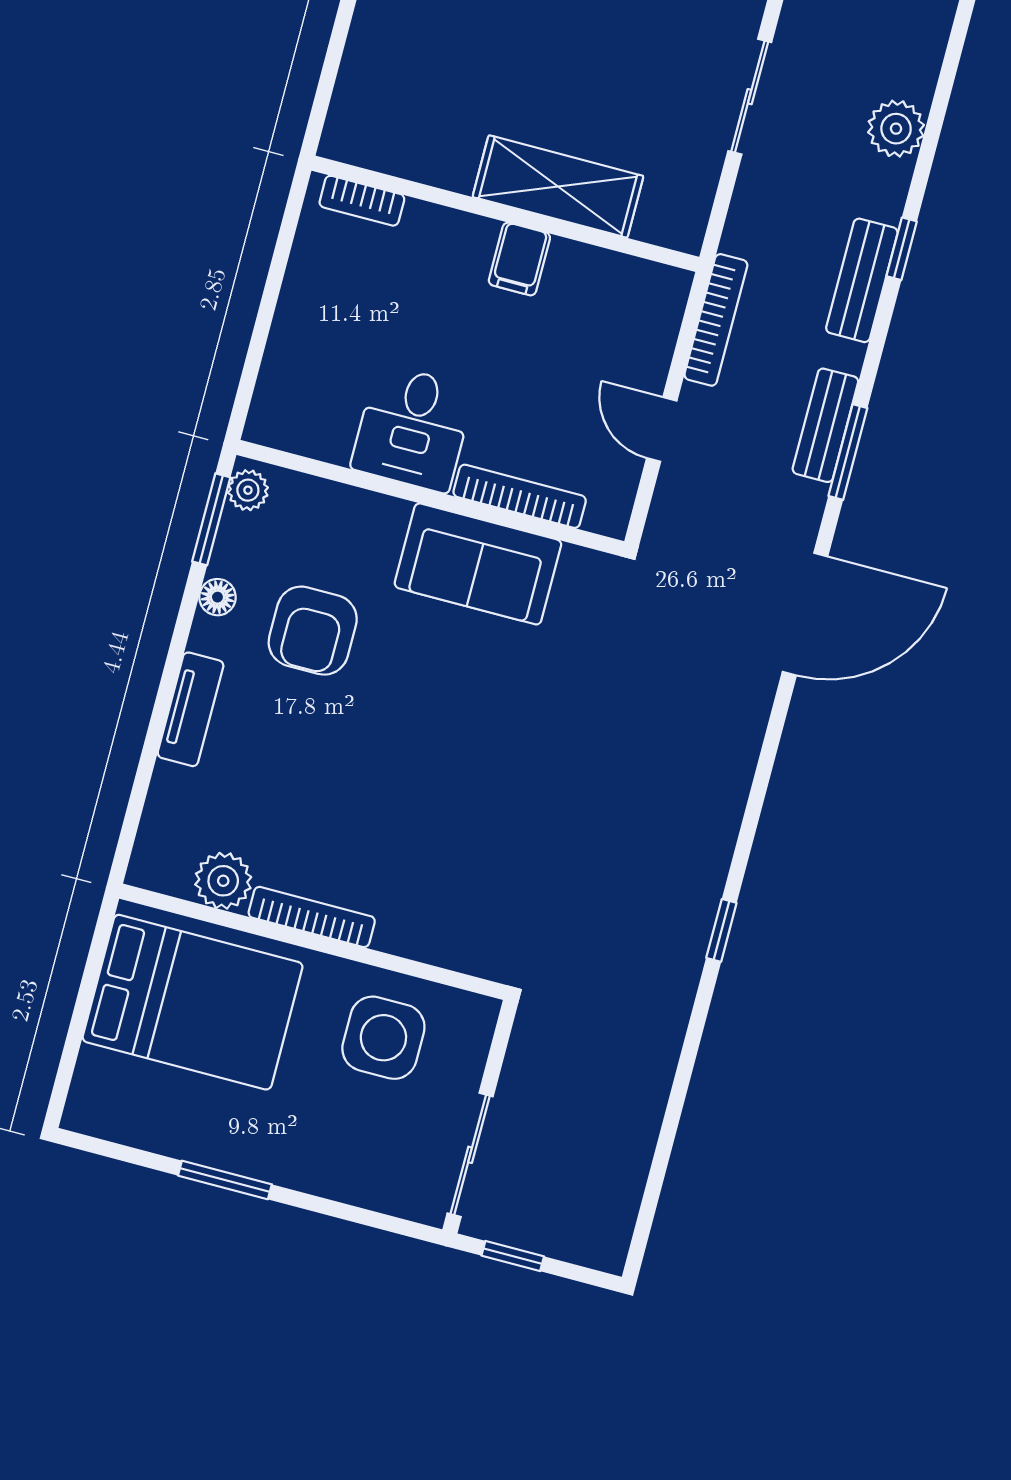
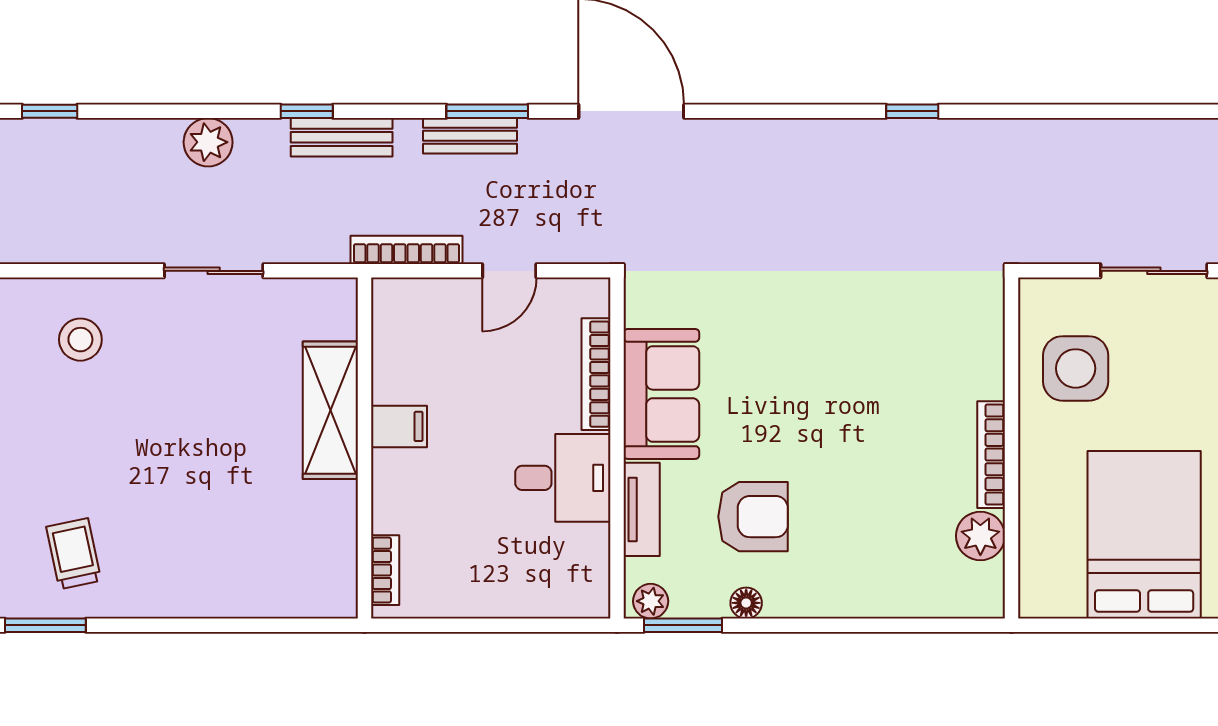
tv unit: (191, 709) -> (642, 509), moved, turned 90
bed: (193, 1002) -> (1144, 535), moved

